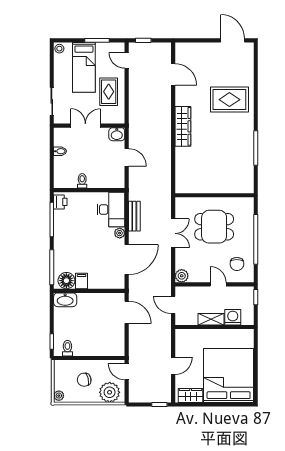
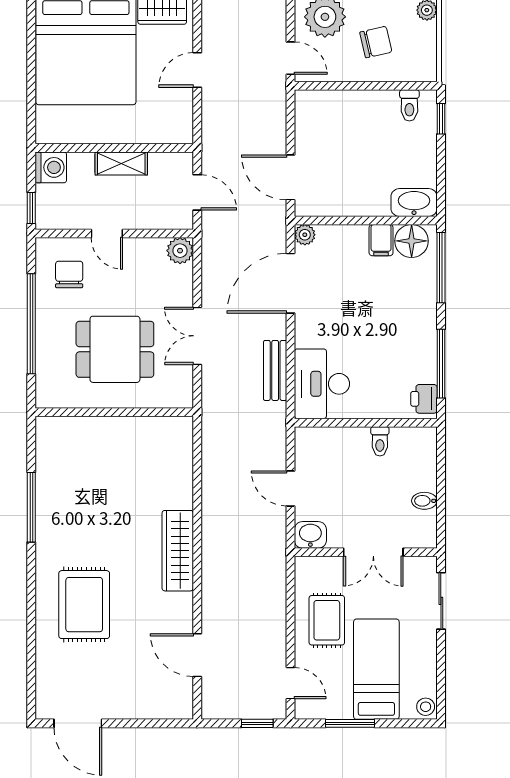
rug: (229, 100) -> (84, 605), turned 90
plant: (120, 233) -> (305, 235), moved
washing machine: (233, 317) -> (51, 167), moved, turned -90

